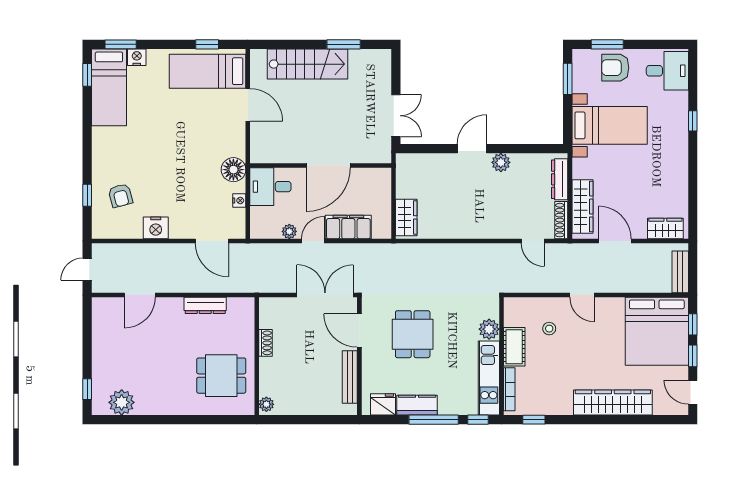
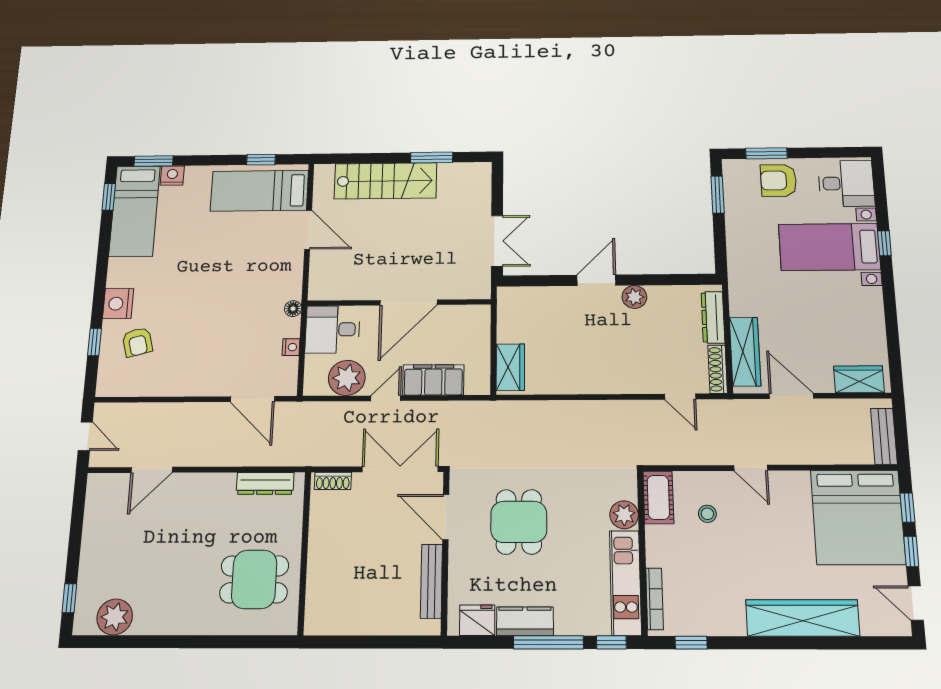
bed with nightstands: (610, 125) -> (829, 247), moved, turned 180
floor lamp: (233, 170) -> (293, 309), width x0.53, depth x0.53
nightstand: (156, 228) -> (118, 304), moved, turned 90
plant: (289, 231) -> (347, 378), width x1.87, depth x1.87
door: (87, 269) -> (85, 436), swing flipped
dresser: (205, 305) -> (265, 483), moved
shoe rack: (266, 343) -> (333, 481), moved, turned 90
cot: (514, 347) -> (658, 497), moved
plant: (266, 404) -> (314, 620), removed

